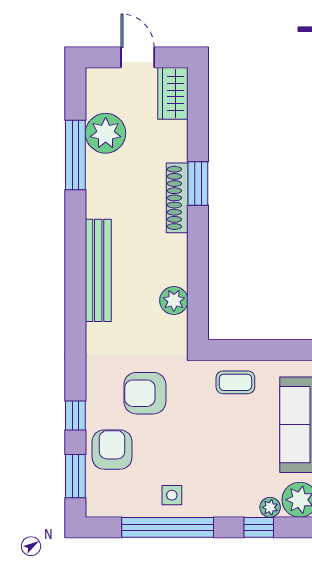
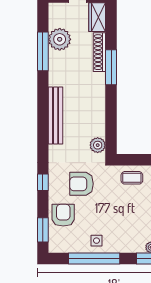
window: (198, 184) -> (111, 67), width x1.44
shoe rack: (177, 198) -> (99, 52), moved
plant: (174, 300) -> (98, 145), moved
window: (75, 416) -> (43, 182), moved

